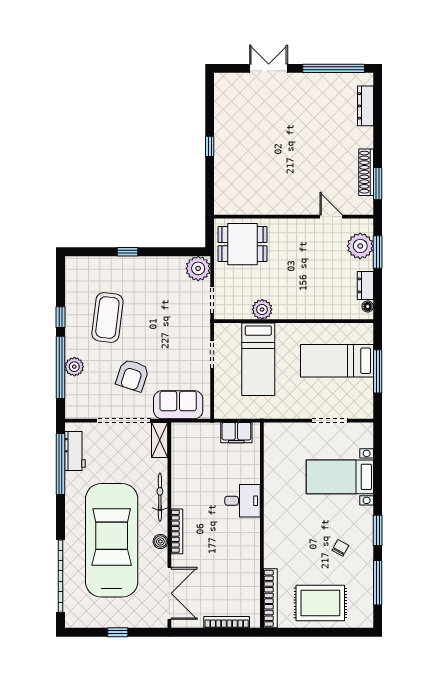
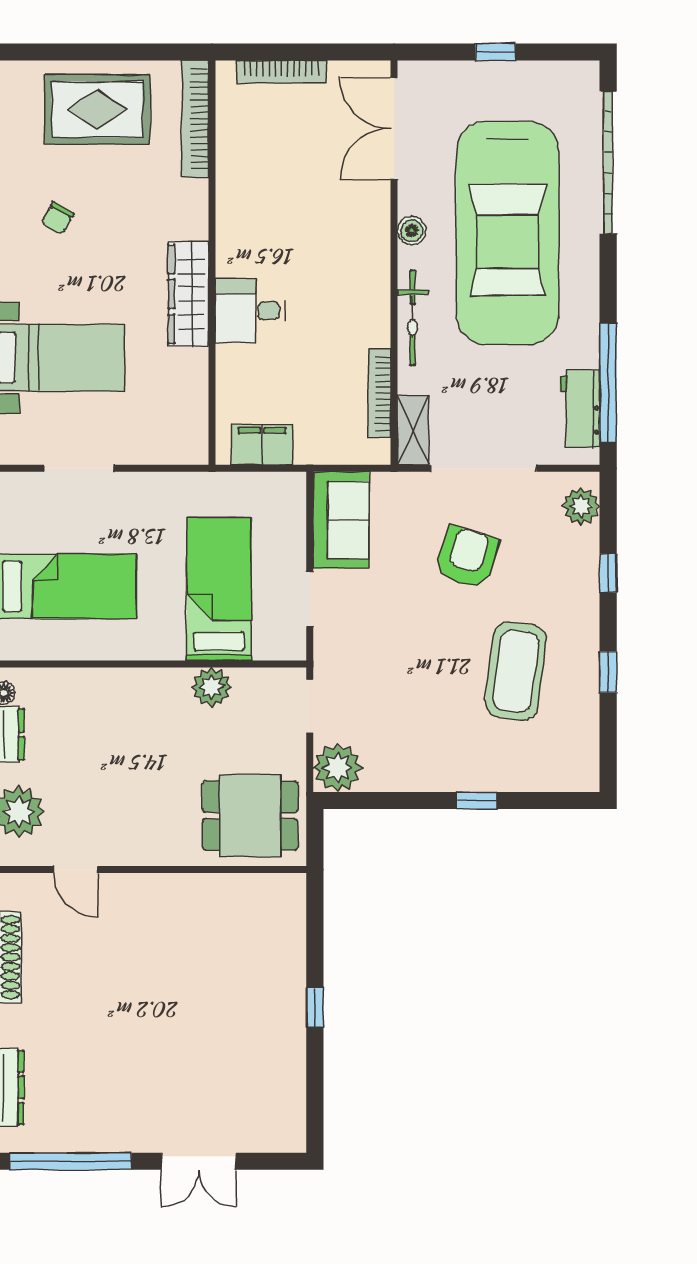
window: (61, 367) -> (608, 573), width x0.32
plant: (74, 367) -> (581, 506), moved
sofa: (178, 405) -> (341, 520), moved, turned -90
wardrobe: (274, 509) -> (188, 294), added
bookcase: (177, 531) -> (379, 393), moved

